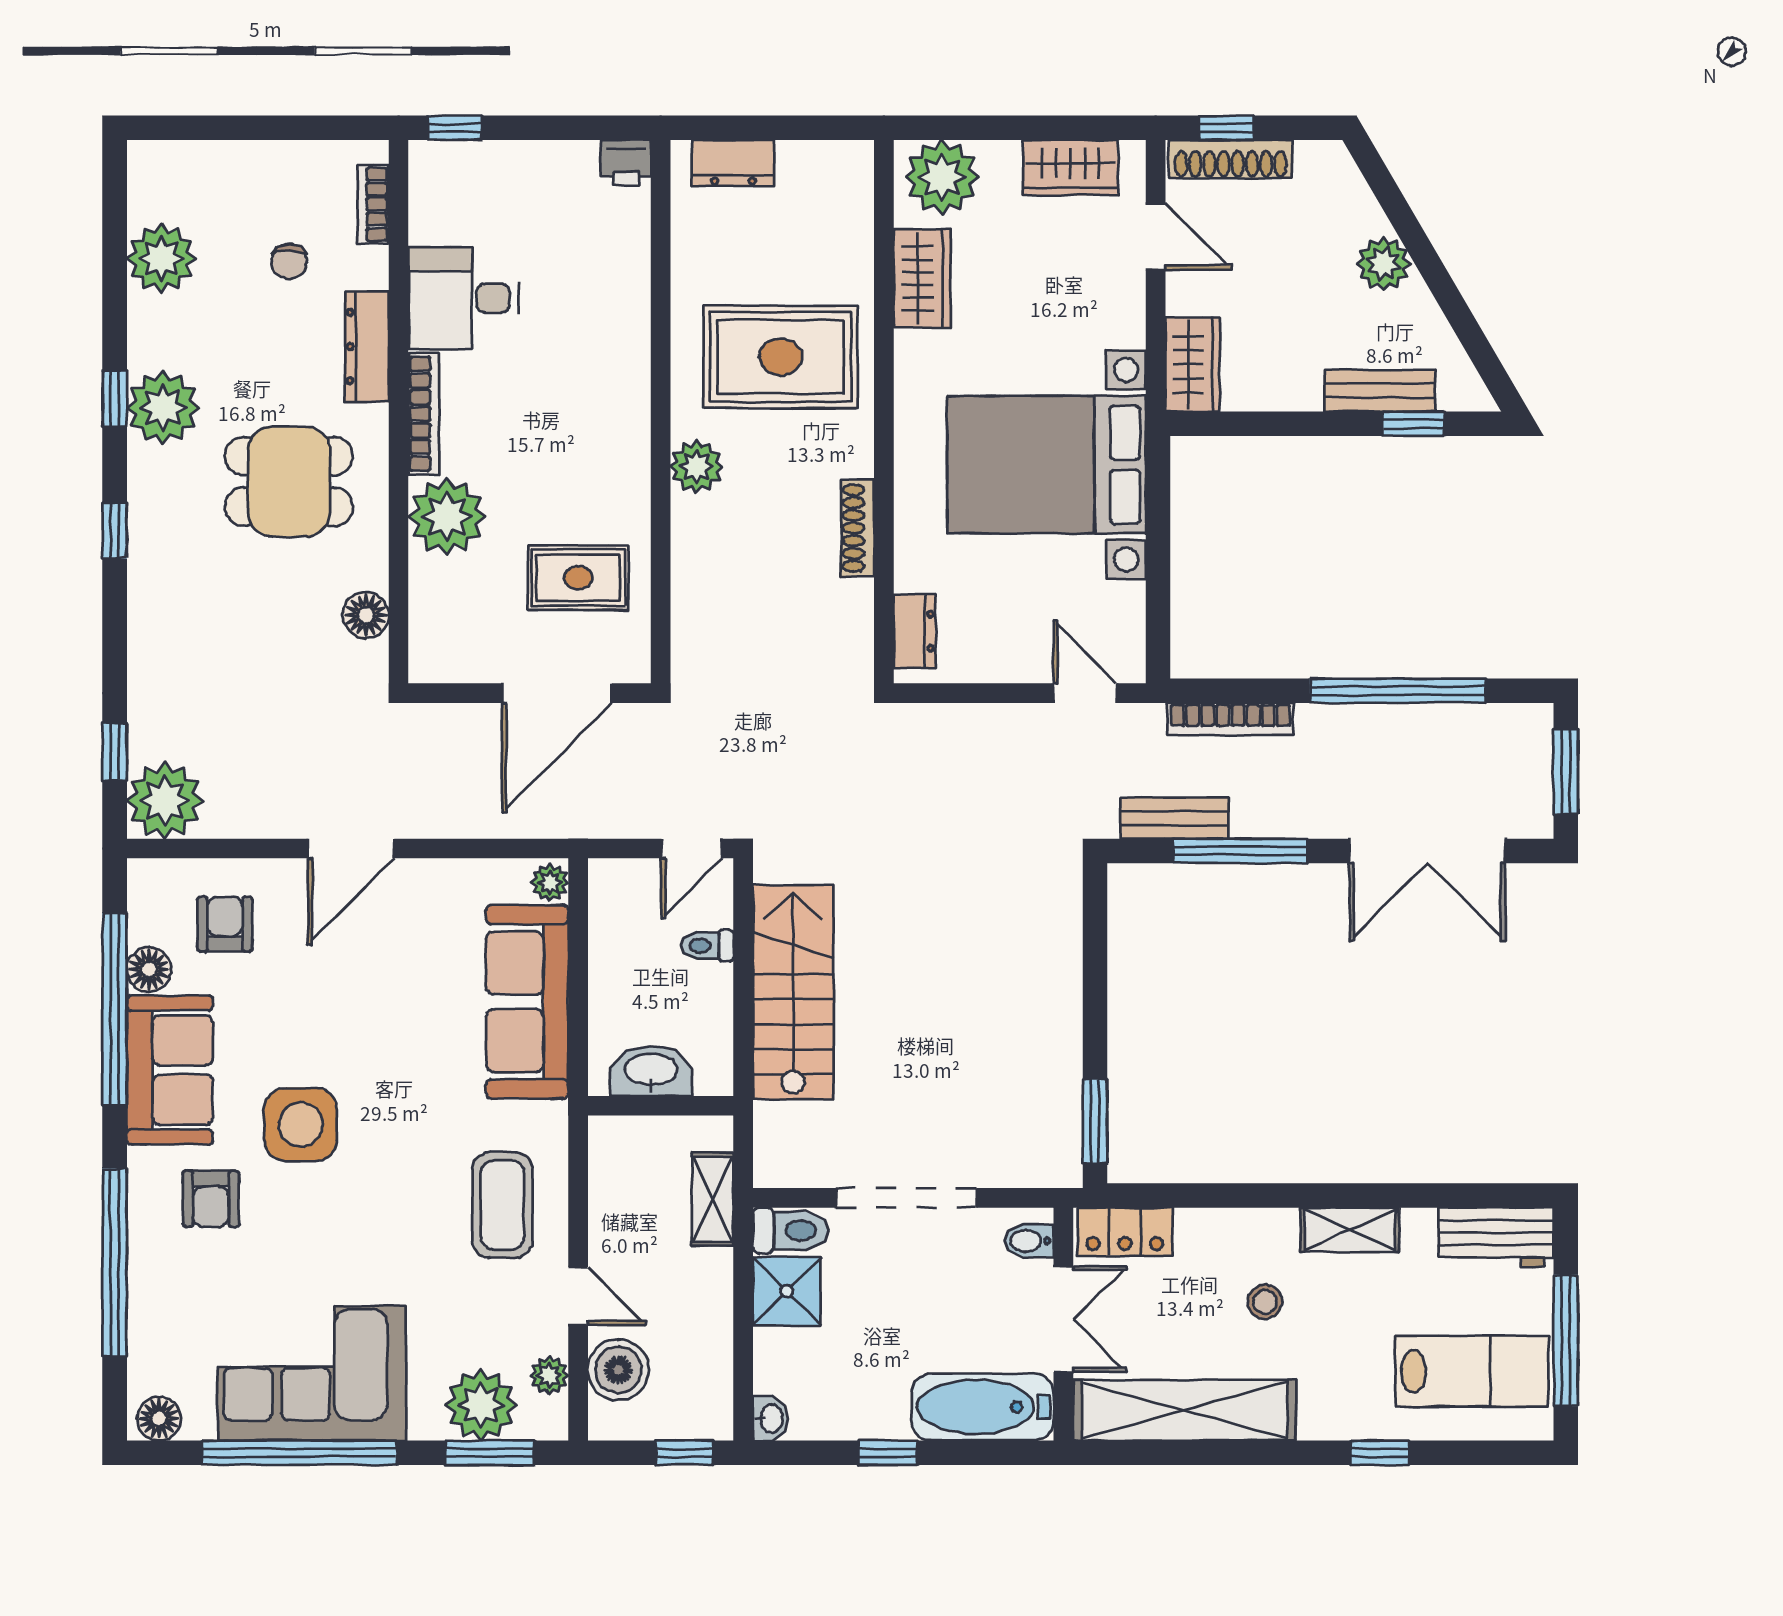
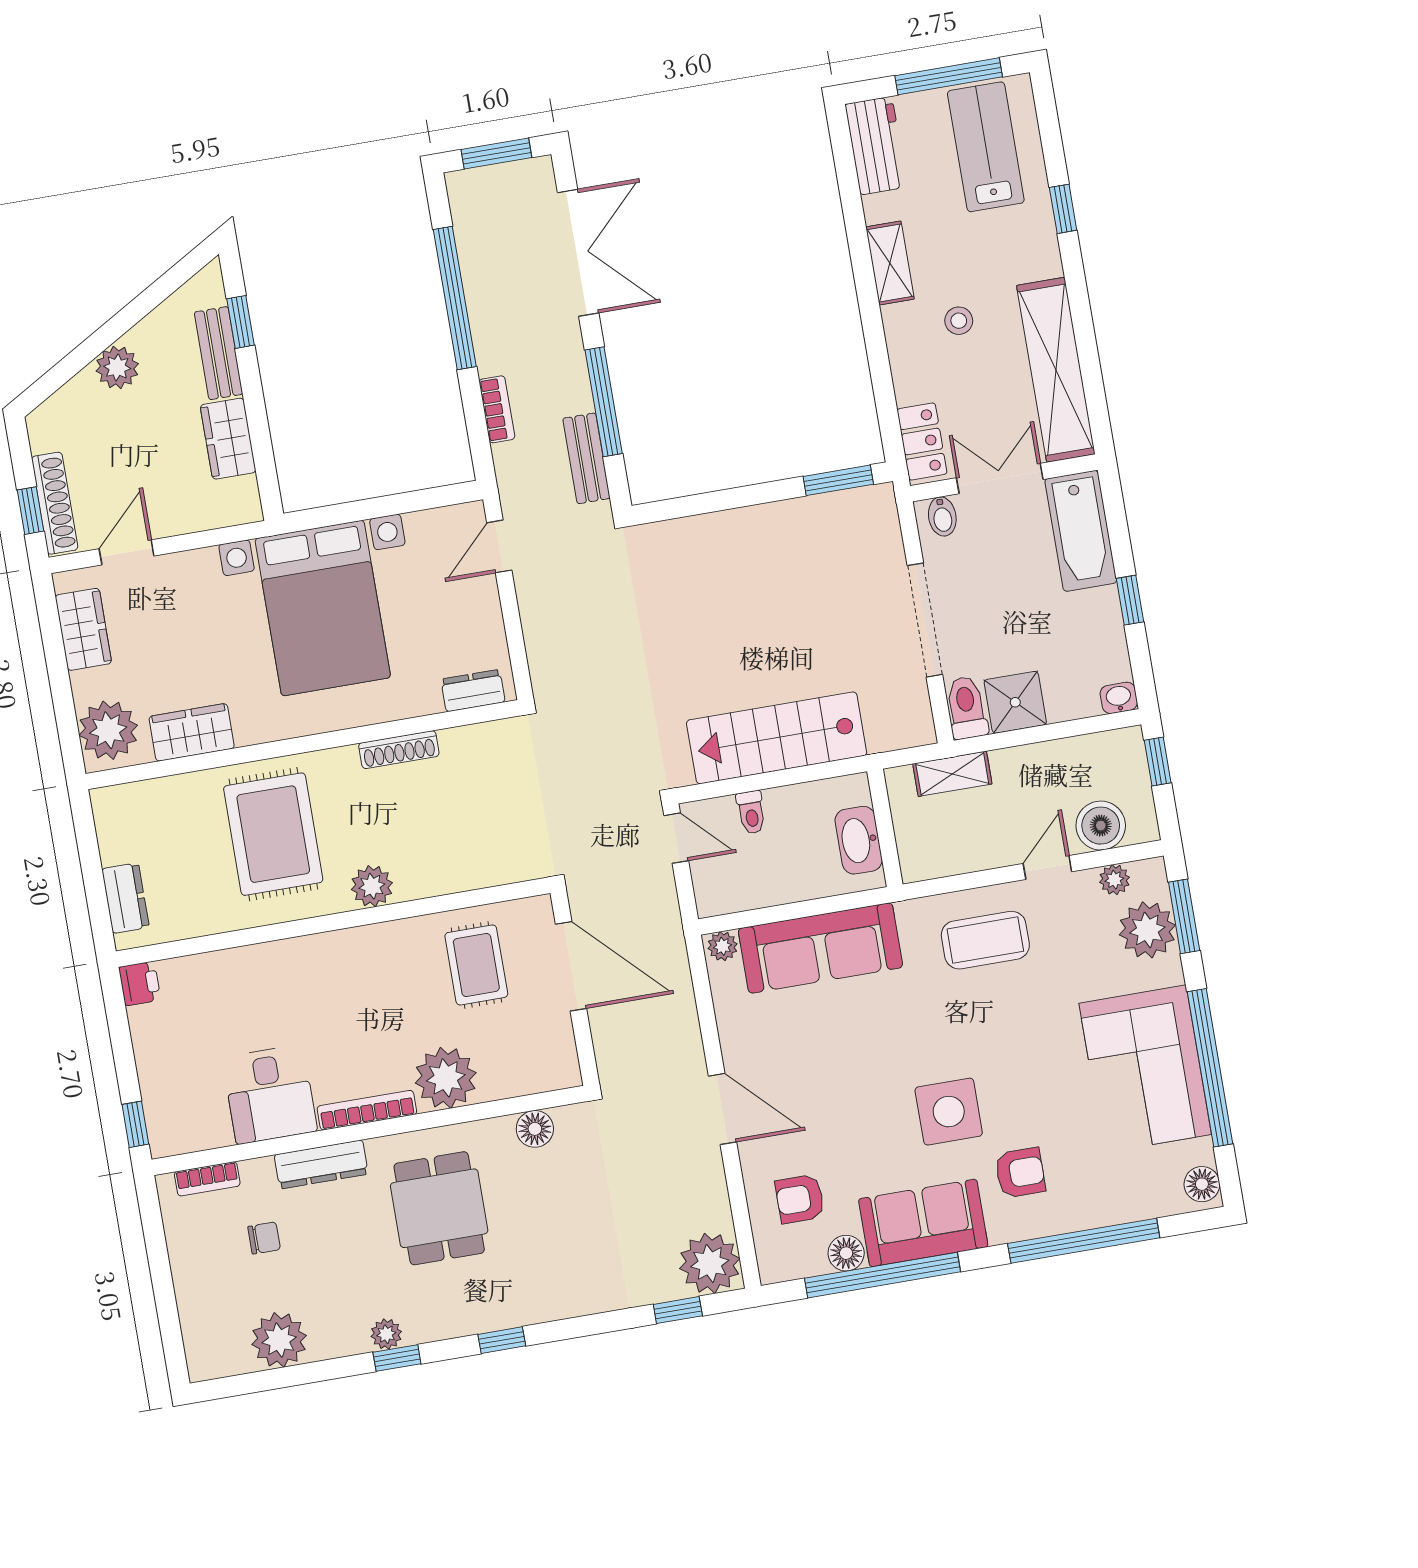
wardrobe: (1193, 365) -> (228, 439), moved, turned -90
plant: (163, 408) -> (386, 1334), width x0.53, depth x0.53
bookcase: (1230, 719) -> (497, 409), width x0.64

